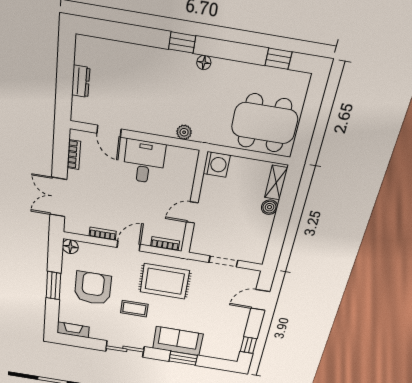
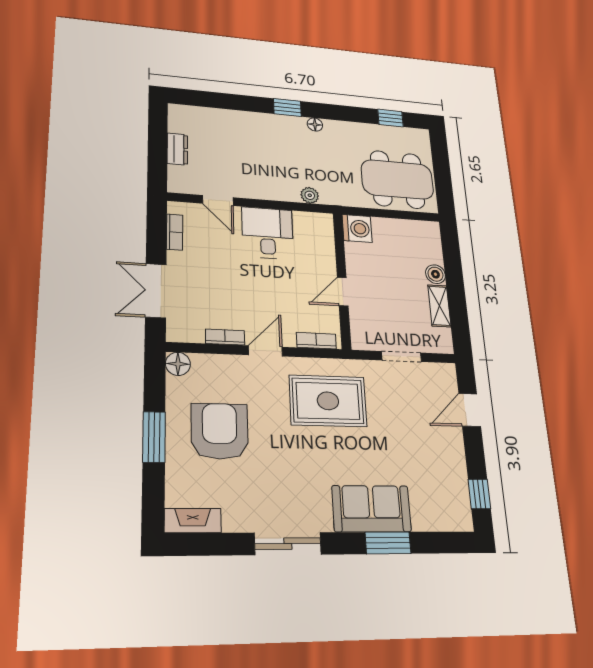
shelving: (276, 183) -> (439, 306), moved
coffee table: (134, 309) -> (291, 458), removed

